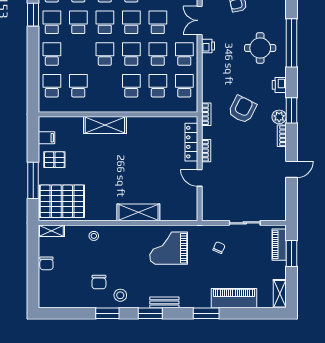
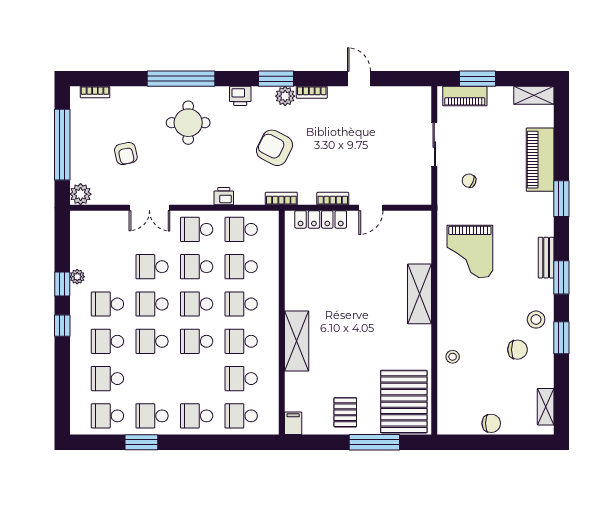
school desk: (78, 22) -> (241, 341), moved
printer: (208, 46) -> (224, 196), moved
filing cabinet: (47, 138) -> (293, 423), moved
shelving: (51, 231) -> (546, 407), moved

